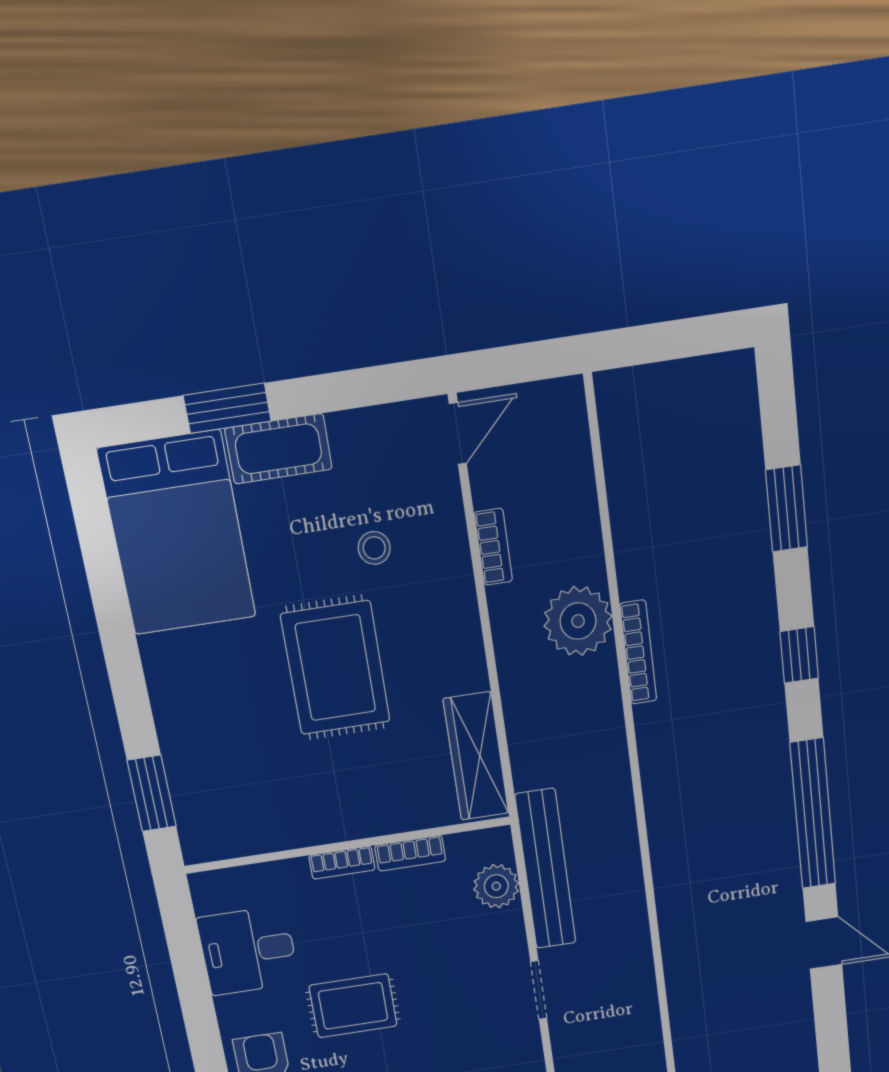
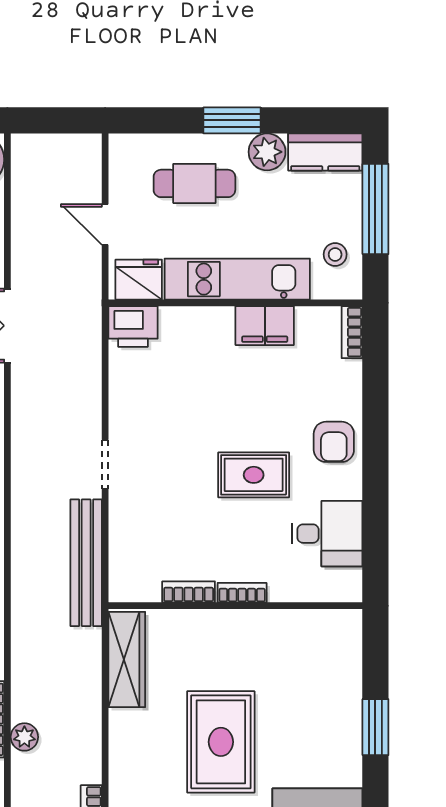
plant: (578, 621) -> (24, 737), width x0.53, depth x0.53
window: (152, 793) -> (375, 727), moved
plant: (496, 886) -> (126, 555), removed

